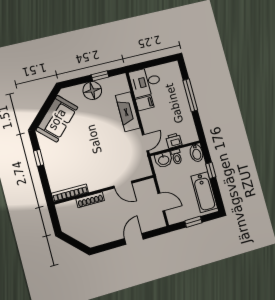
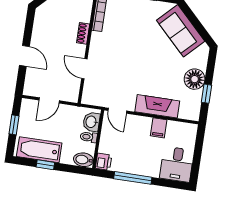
desk: (145, 82) -> (177, 164), moved, turned 180
window: (190, 95) -> (133, 178), moved
printer: (174, 141) -> (104, 162), moved
window: (211, 170) -> (45, 165), moved
door: (123, 185) -> (84, 69), hinge flipped
shoe rack: (90, 200) -> (83, 33), width x0.70

